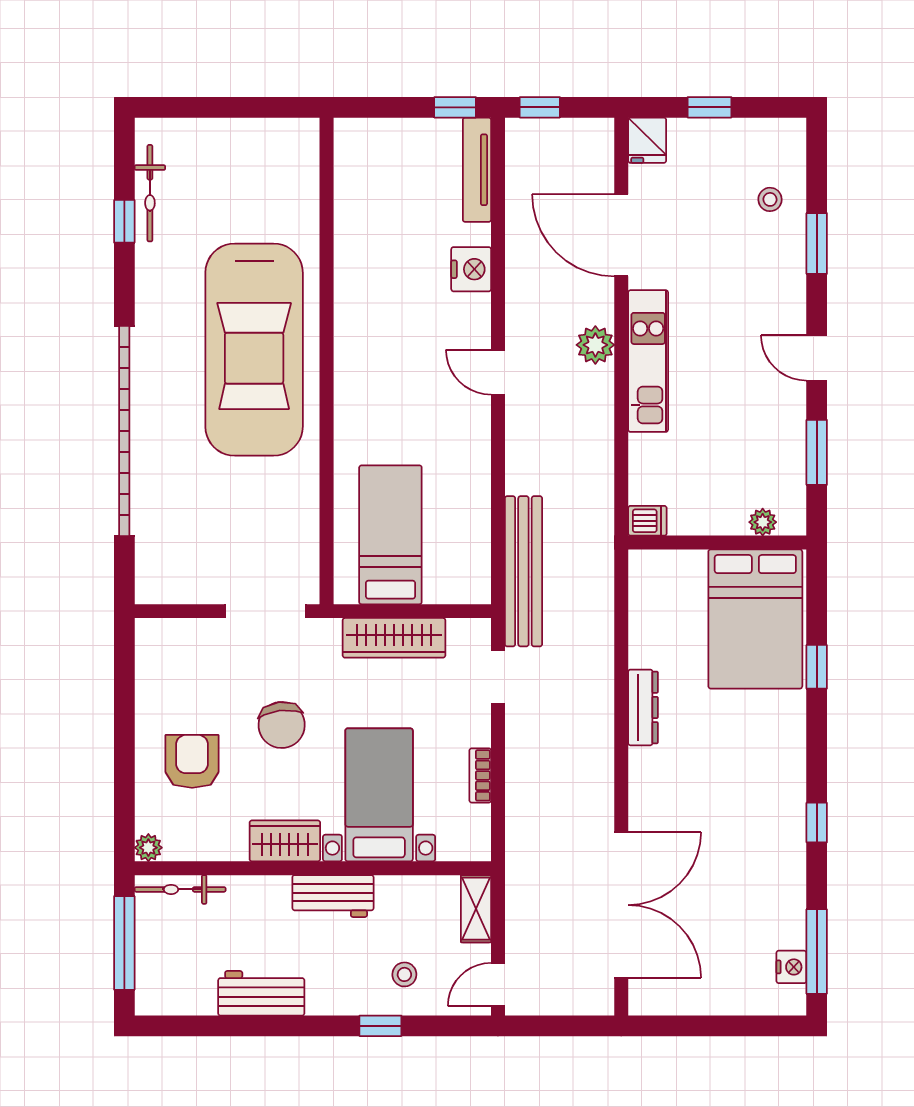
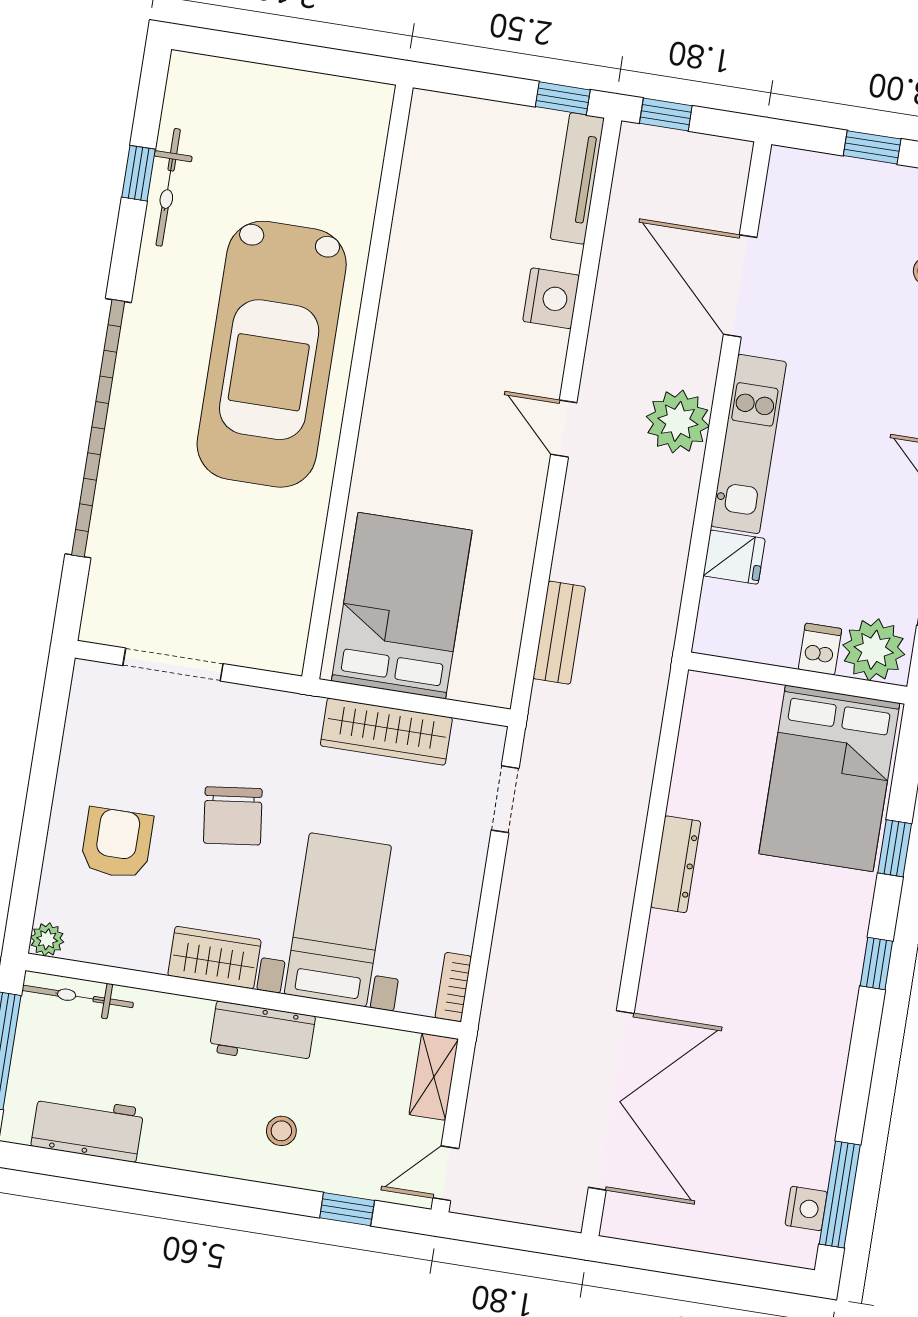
fridge: (647, 140) -> (734, 557), moved, turned -90
bicycle: (150, 193) -> (168, 187), moved
plant: (595, 345) -> (678, 421), width x1.36, depth x1.36
dishwasher: (647, 521) -> (820, 649), moved, turned -90
plant: (763, 522) -> (874, 650), width x1.88, depth x1.88
bed: (390, 535) -> (402, 606), width x1.50
bench: (523, 571) -> (559, 633), width x0.54, depth x0.82
doorway: (266, 611) -> (173, 665), moved
bookcase: (480, 775) -> (453, 987), moved
window: (817, 823) -> (876, 963), moved
stool: (404, 974) -> (281, 1131), moved
workbench: (261, 993) -> (87, 1127), moved
window: (380, 1026) -> (347, 1209), moved

